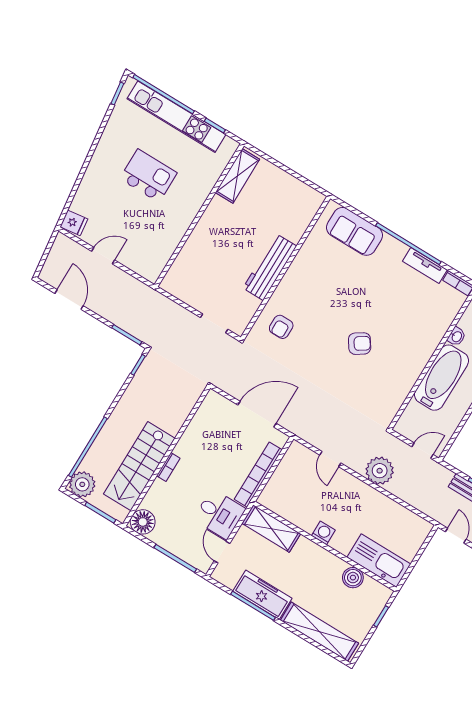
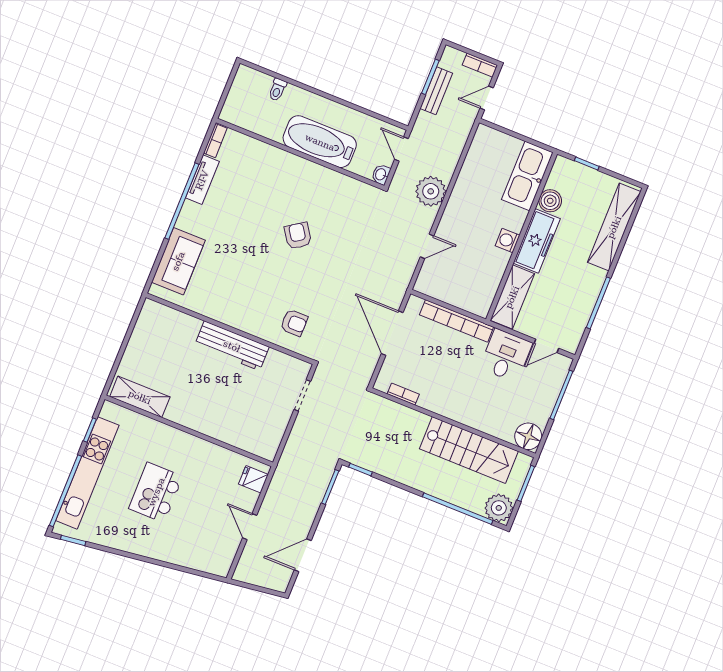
fridge: (74, 223) -> (253, 479), moved, turned -83
washbasin: (456, 337) -> (381, 174), moved, turned -90
bookcase: (168, 467) -> (403, 394), moved
freezer: (262, 595) -> (537, 241), moved, turned 180

